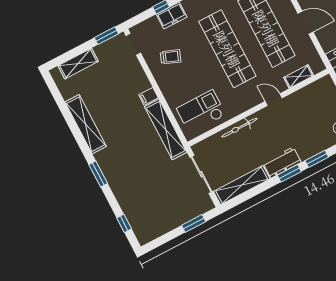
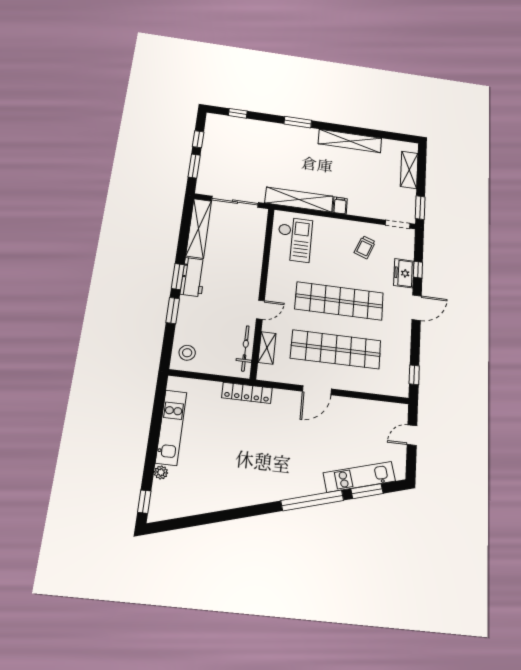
bicycle: (239, 128) -> (245, 348), moved
window: (169, 237) -> (198, 139), added

